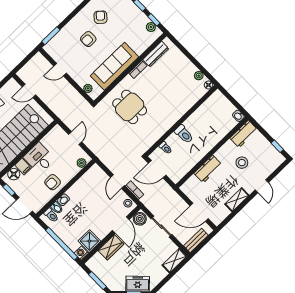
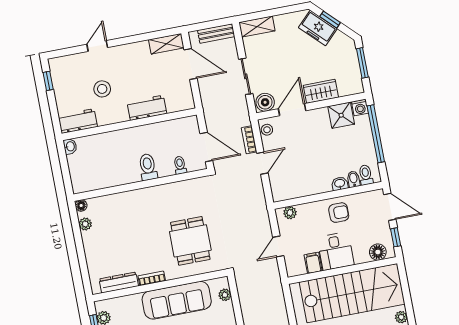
filing cabinet: (23, 166) -> (313, 263), moved
shelving: (237, 200) -> (166, 44), moved

